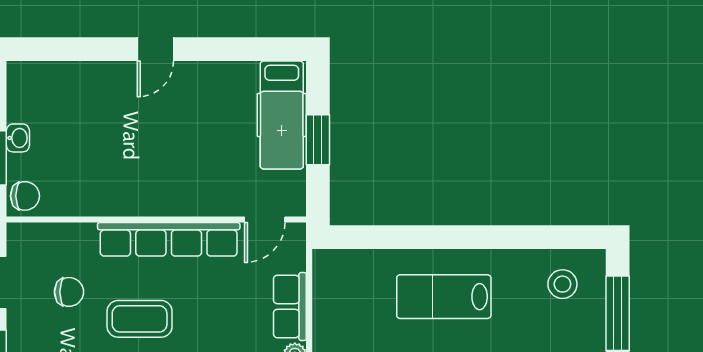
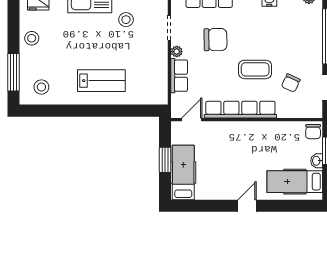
hospital bed: (61, 97) -> (295, 182), added
chair: (25, 196) -> (313, 132), turned -90
chair: (69, 292) -> (291, 83), turned -65

